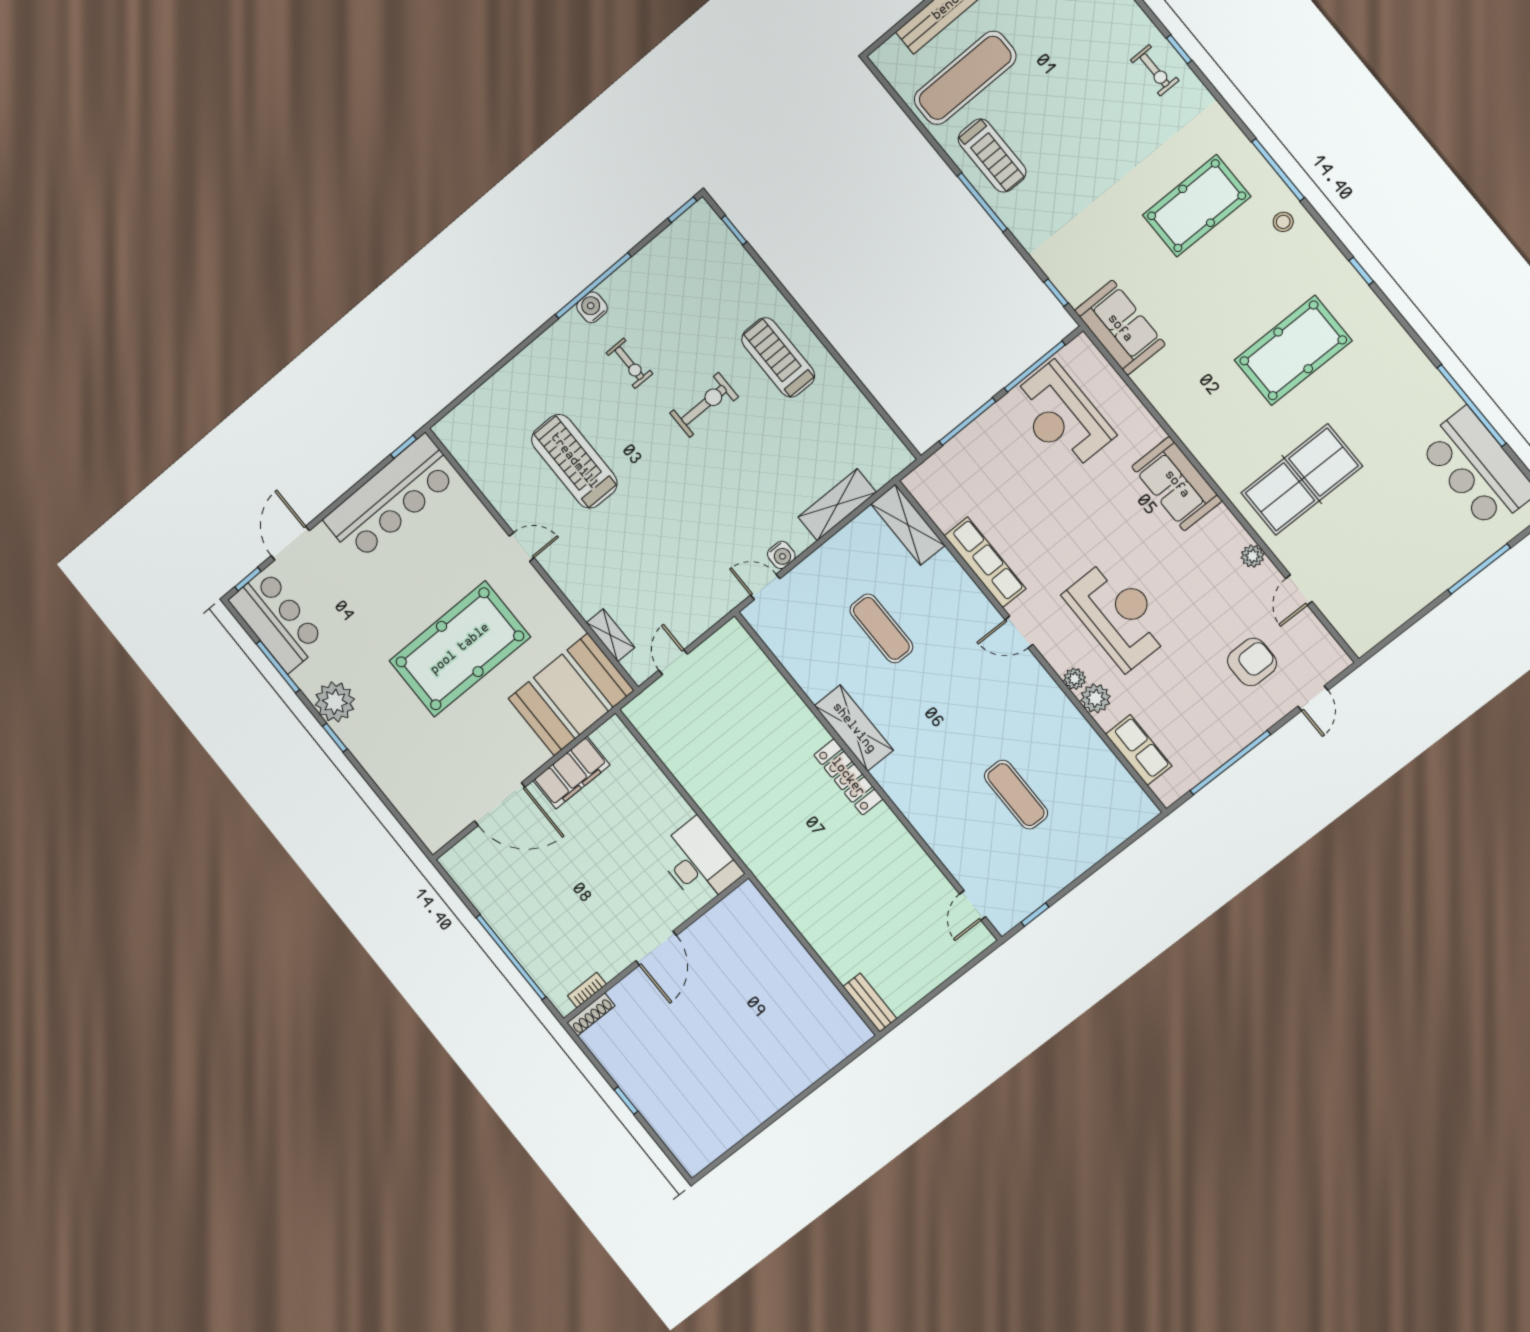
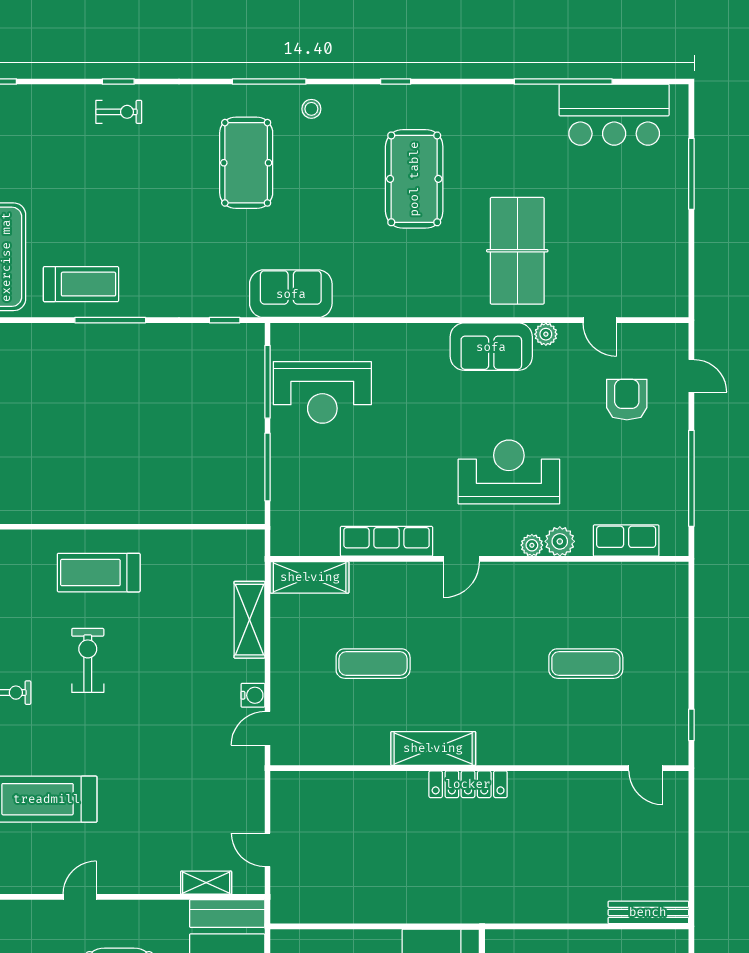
sofa: (1177, 484) -> (491, 347), moved
bench: (870, 1003) -> (648, 912), width x1.36

